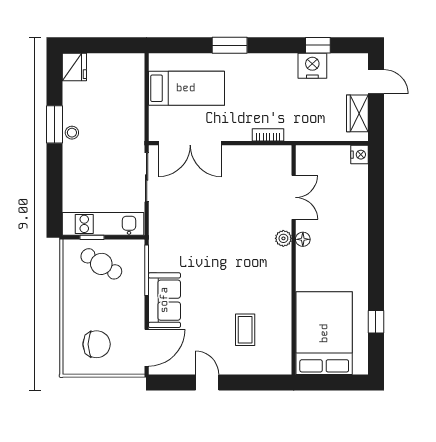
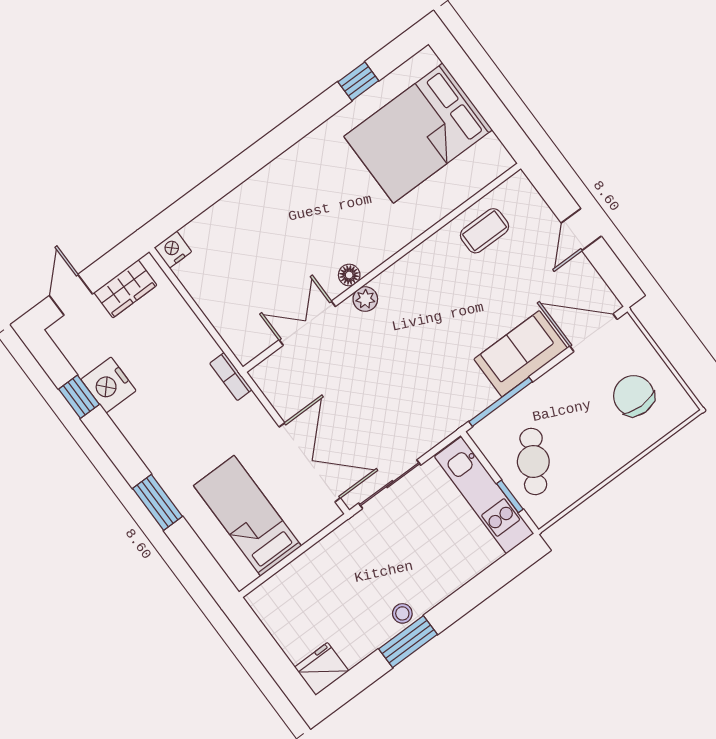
double door: (294, 197) -> (307, 323), moved
plant: (283, 238) -> (365, 299), moved
floor lamp: (303, 239) -> (349, 275), moved
wall: (294, 260) -> (382, 268), moved

